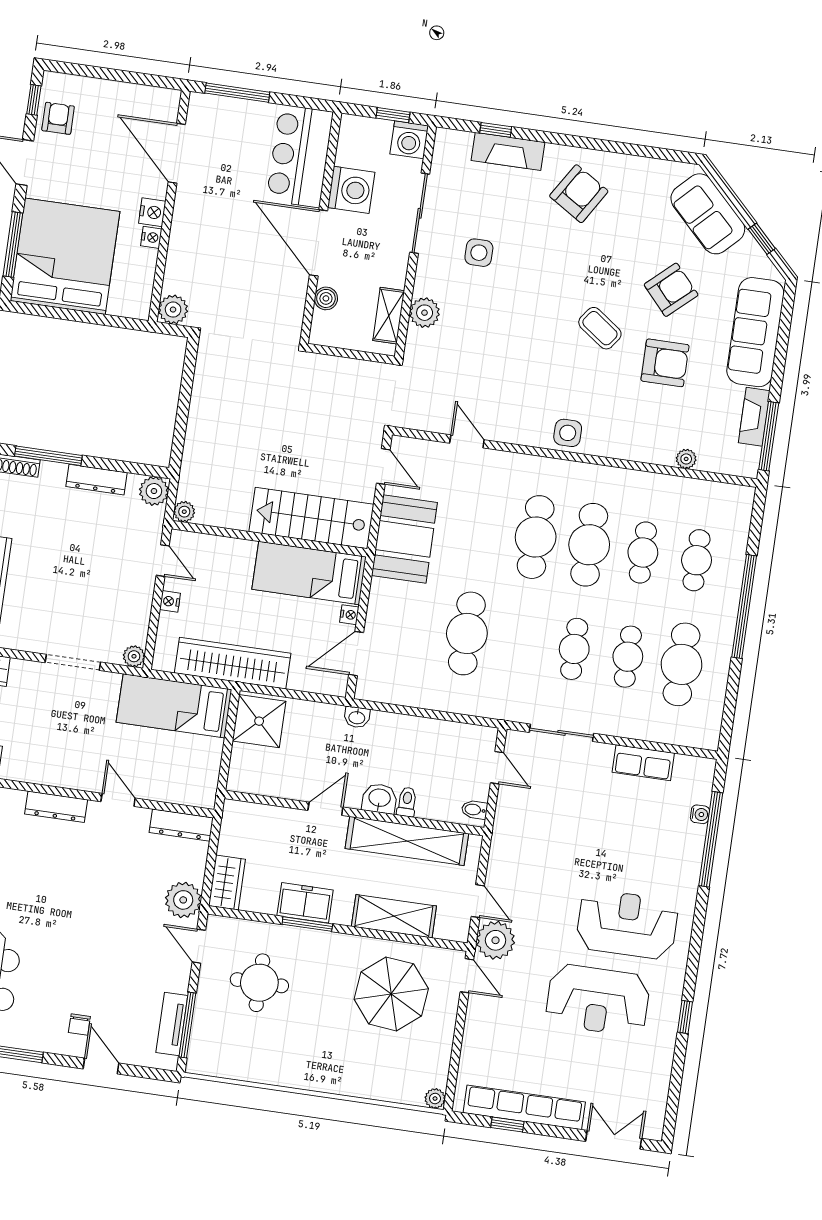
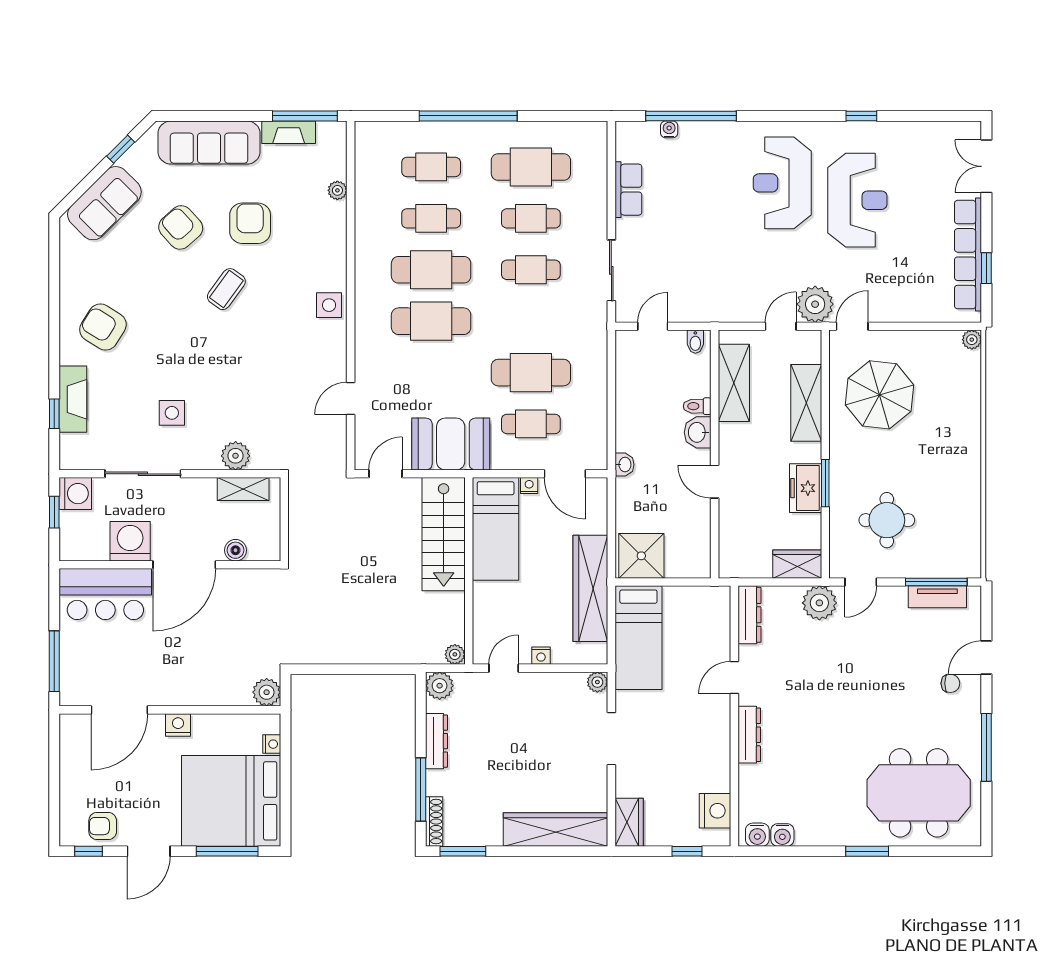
nightstand: (151, 237) -> (272, 744), moved, turned 90
cafe table: (413, 626) -> (531, 424), added
shelving: (407, 841) -> (734, 383), width x0.68

